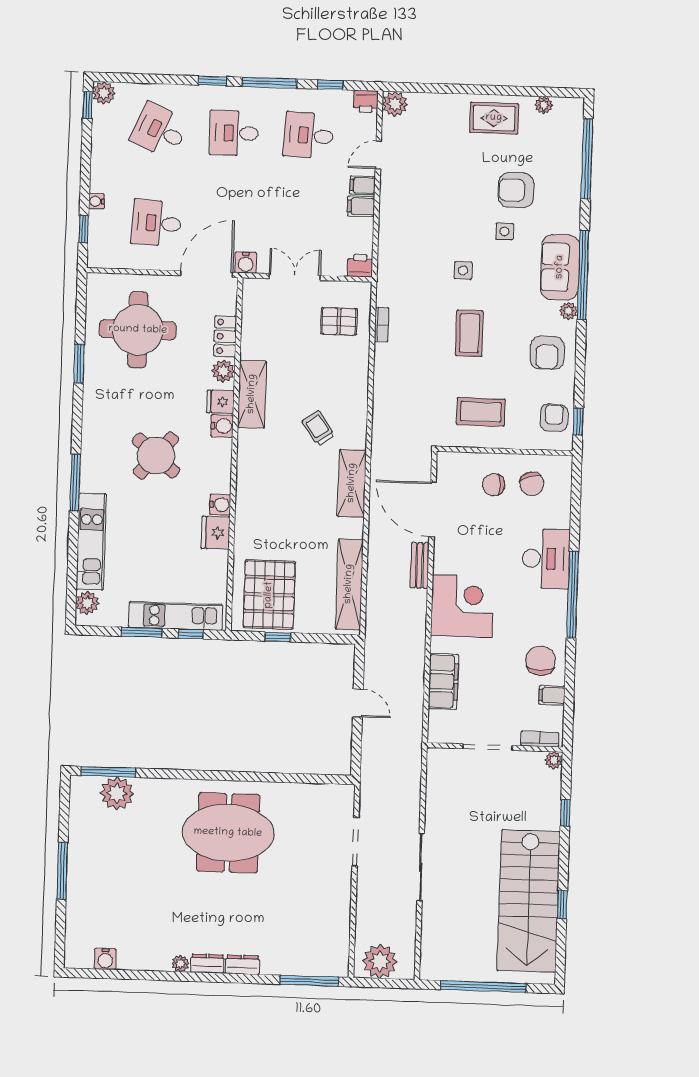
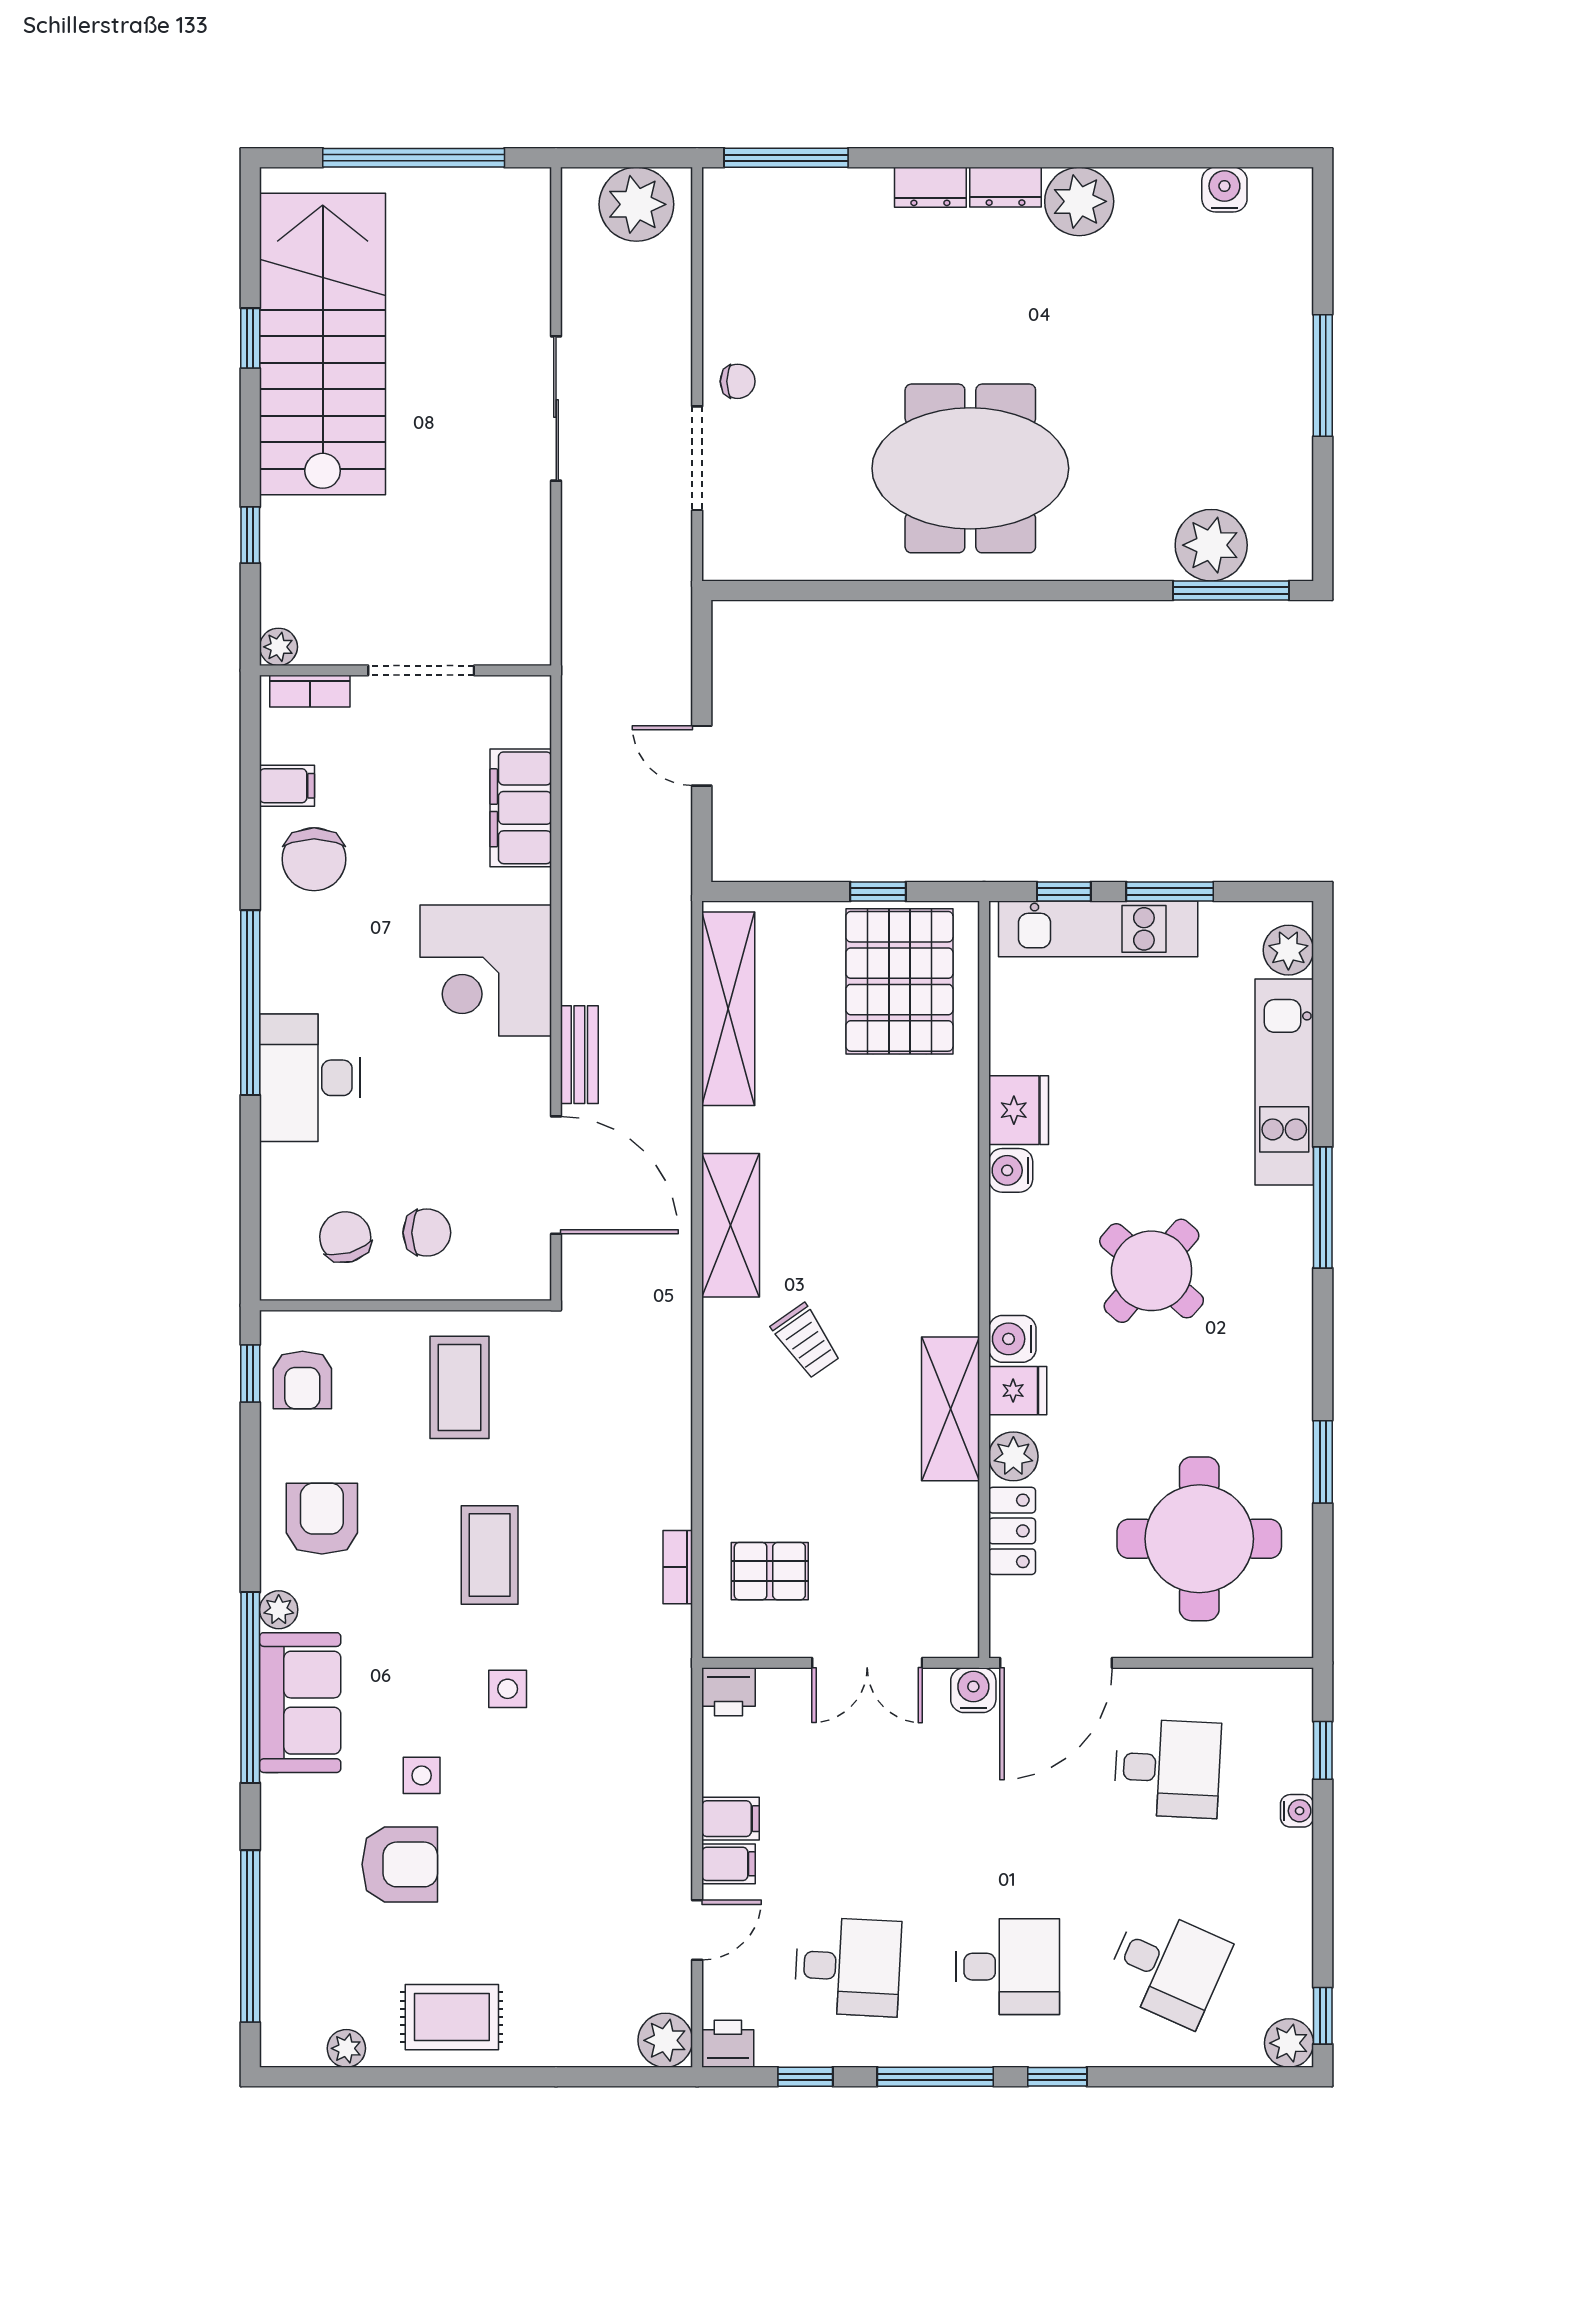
coffee table: (481, 412) -> (459, 1387), turned 90
chair: (335, 877) -> (738, 381), added
plant: (180, 963) -> (1079, 201), width x1.87, depth x1.87

